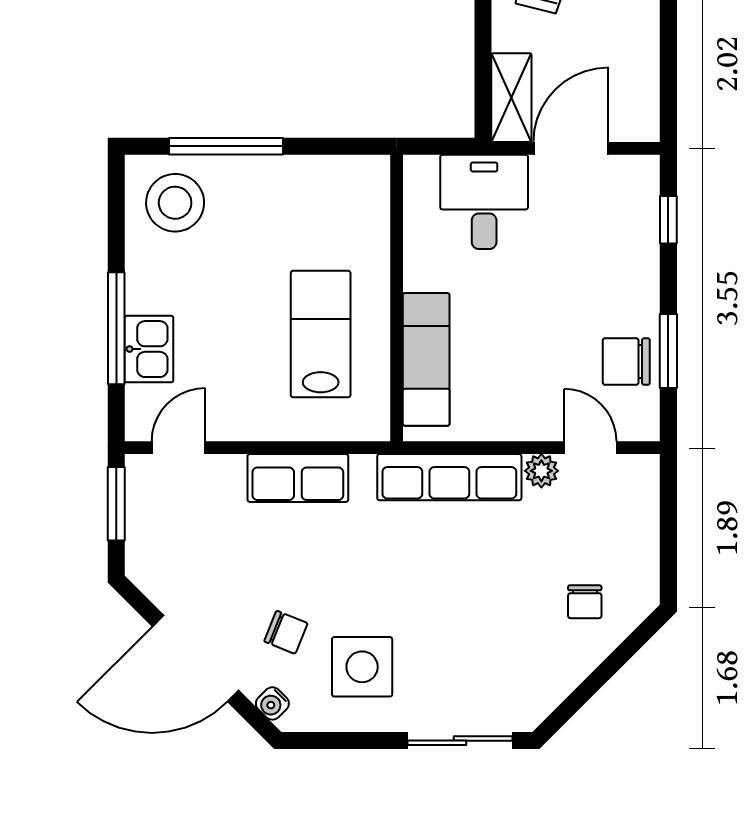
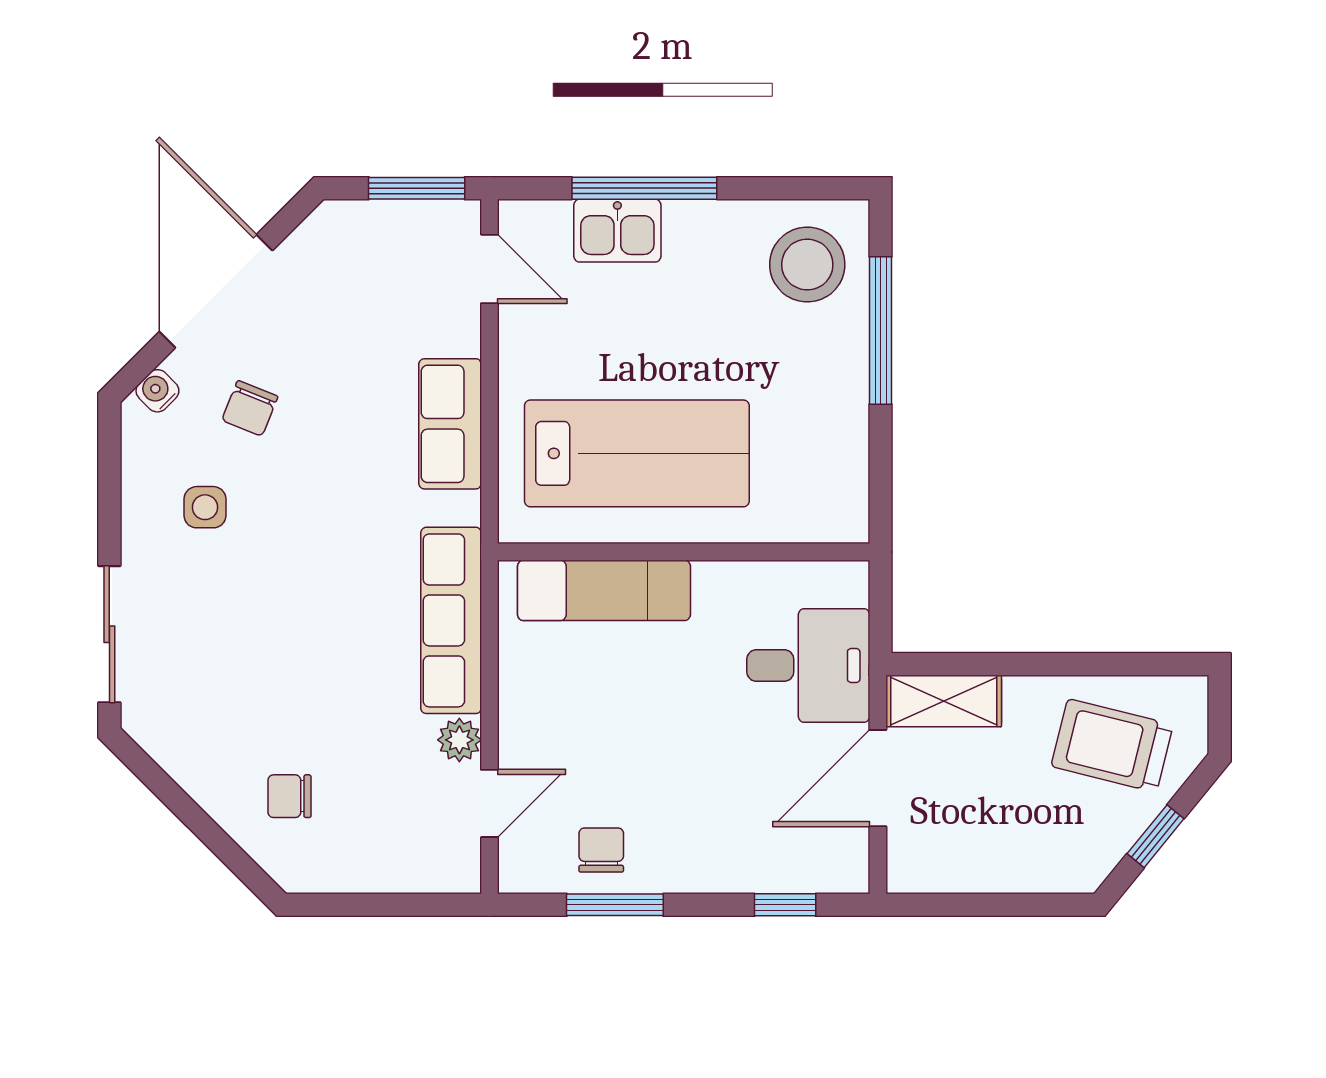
door: (571, 148) -> (878, 778), swing flipped
lab bench: (321, 334) -> (637, 453), width x1.36, depth x1.39
chair: (626, 362) -> (601, 850), width x0.73, depth x0.73
side table: (362, 667) -> (205, 507), width x0.54, depth x0.54

